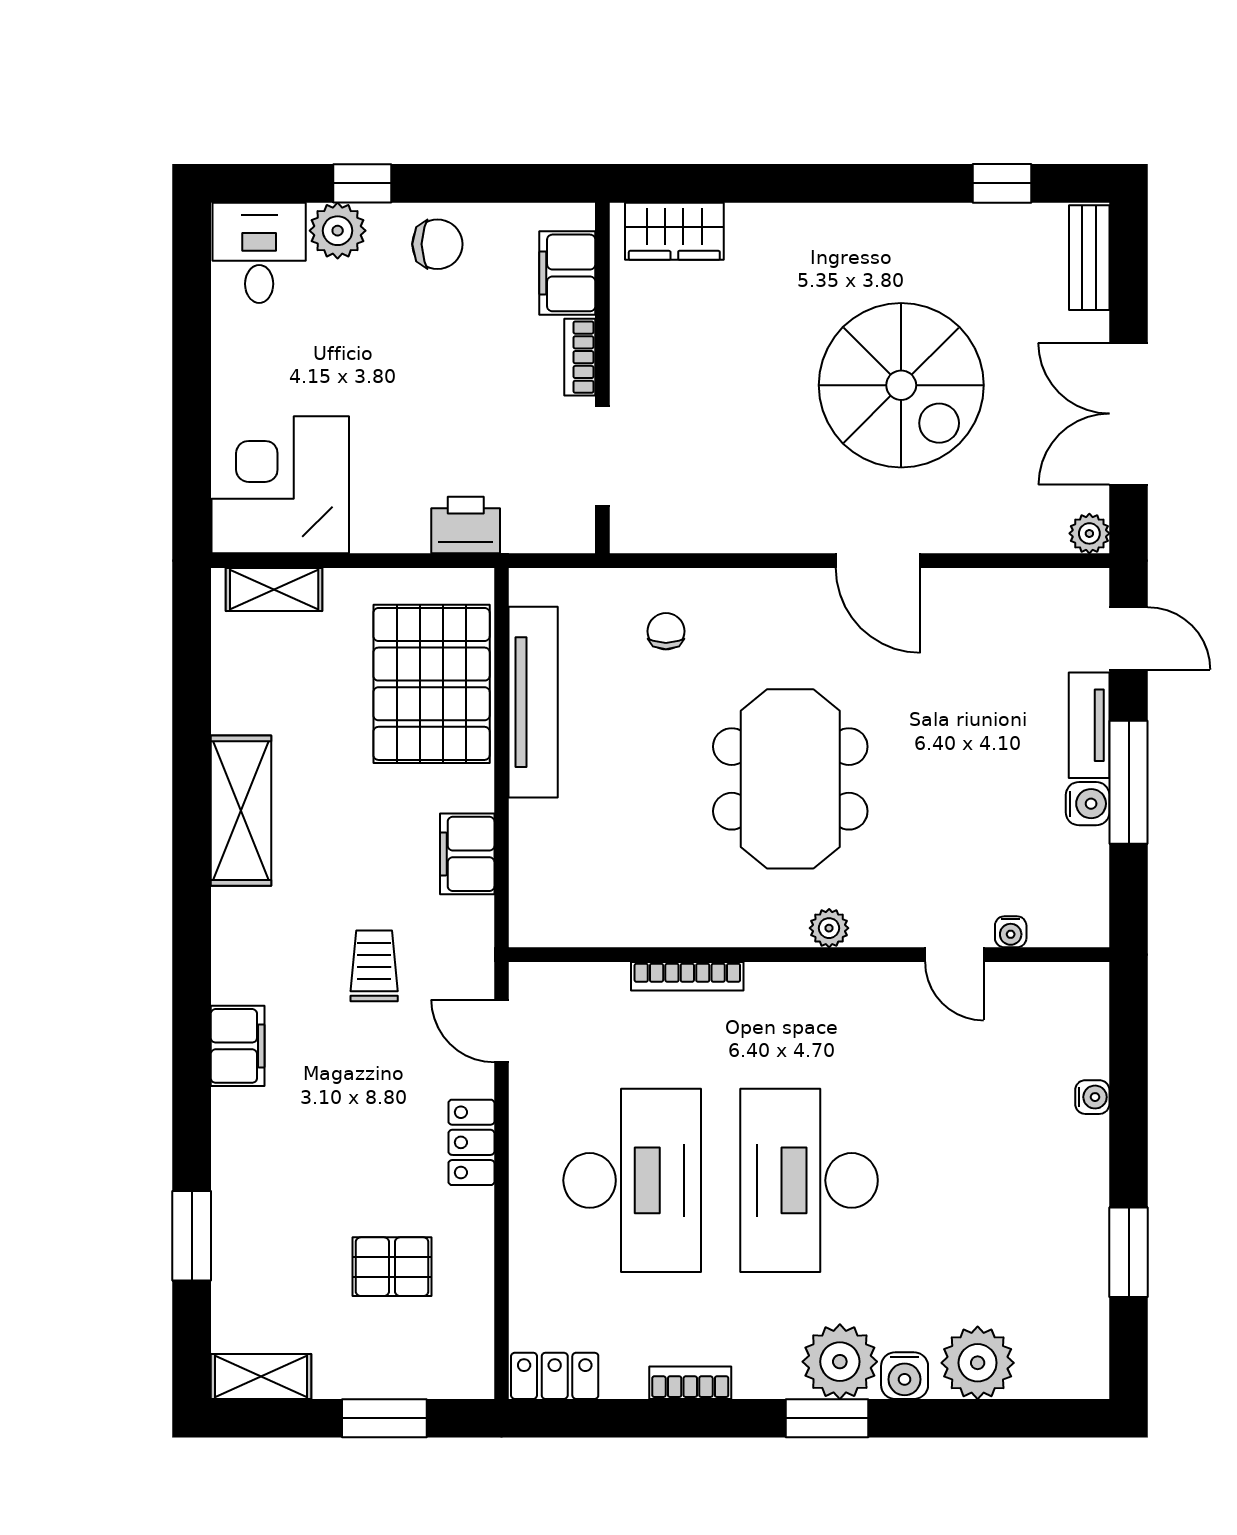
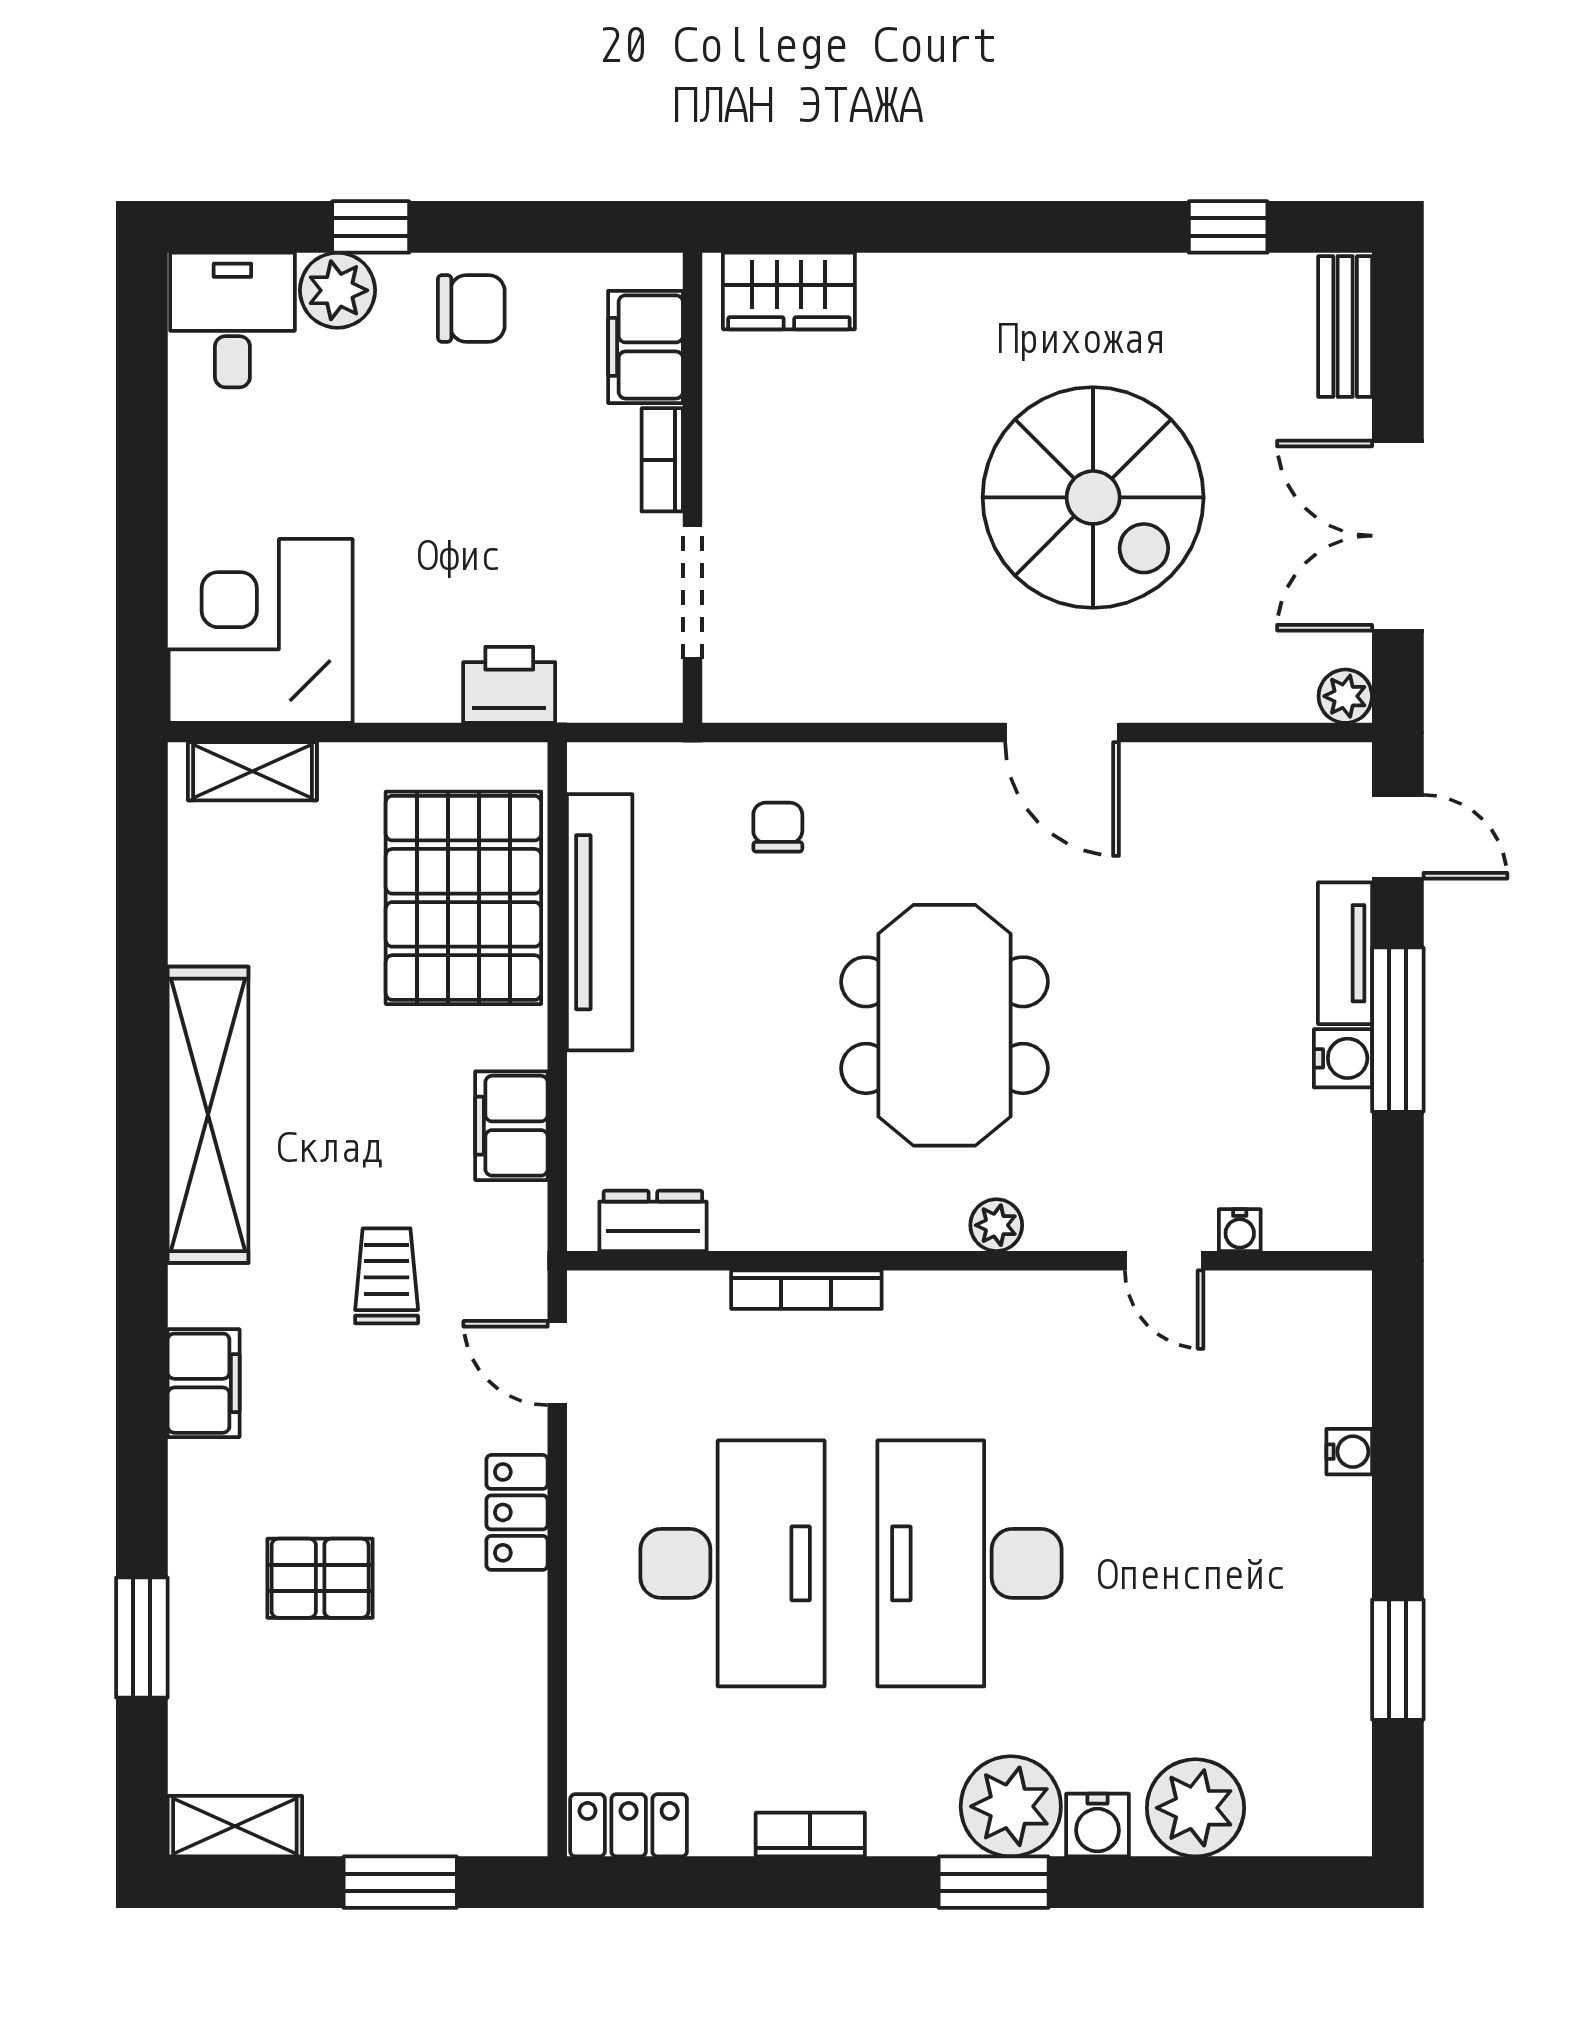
shelving: (241, 811) -> (208, 1115), width x1.47
dresser: (573, 925) -> (653, 1221), added
pallet: (392, 1267) -> (320, 1578), moved

